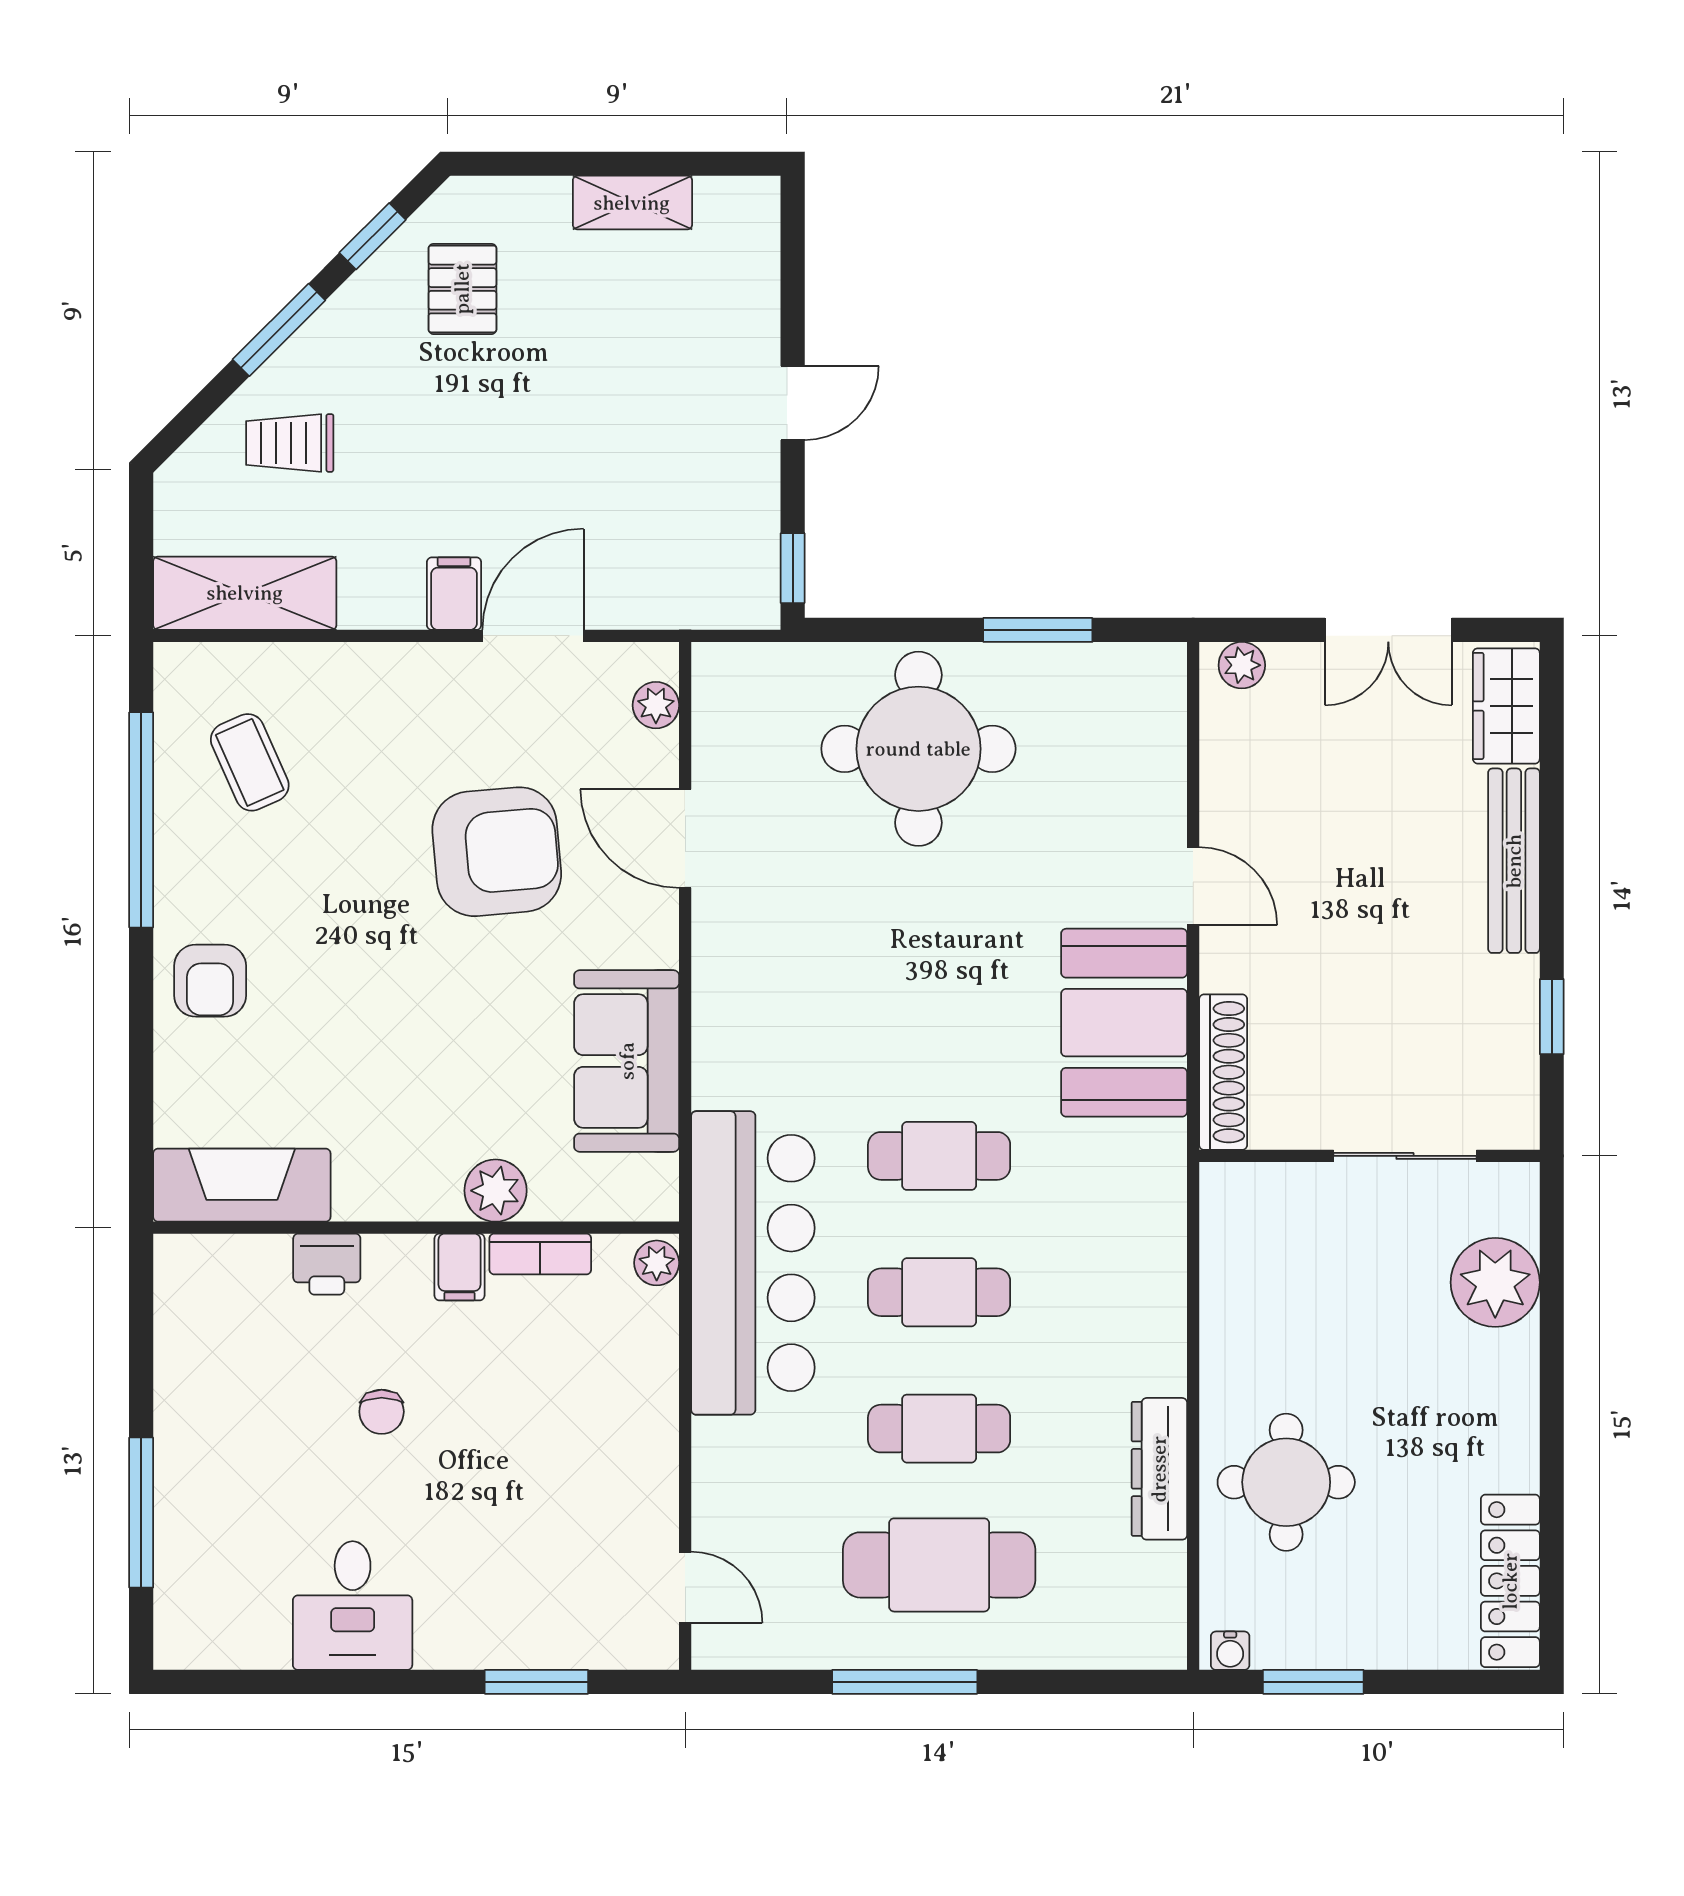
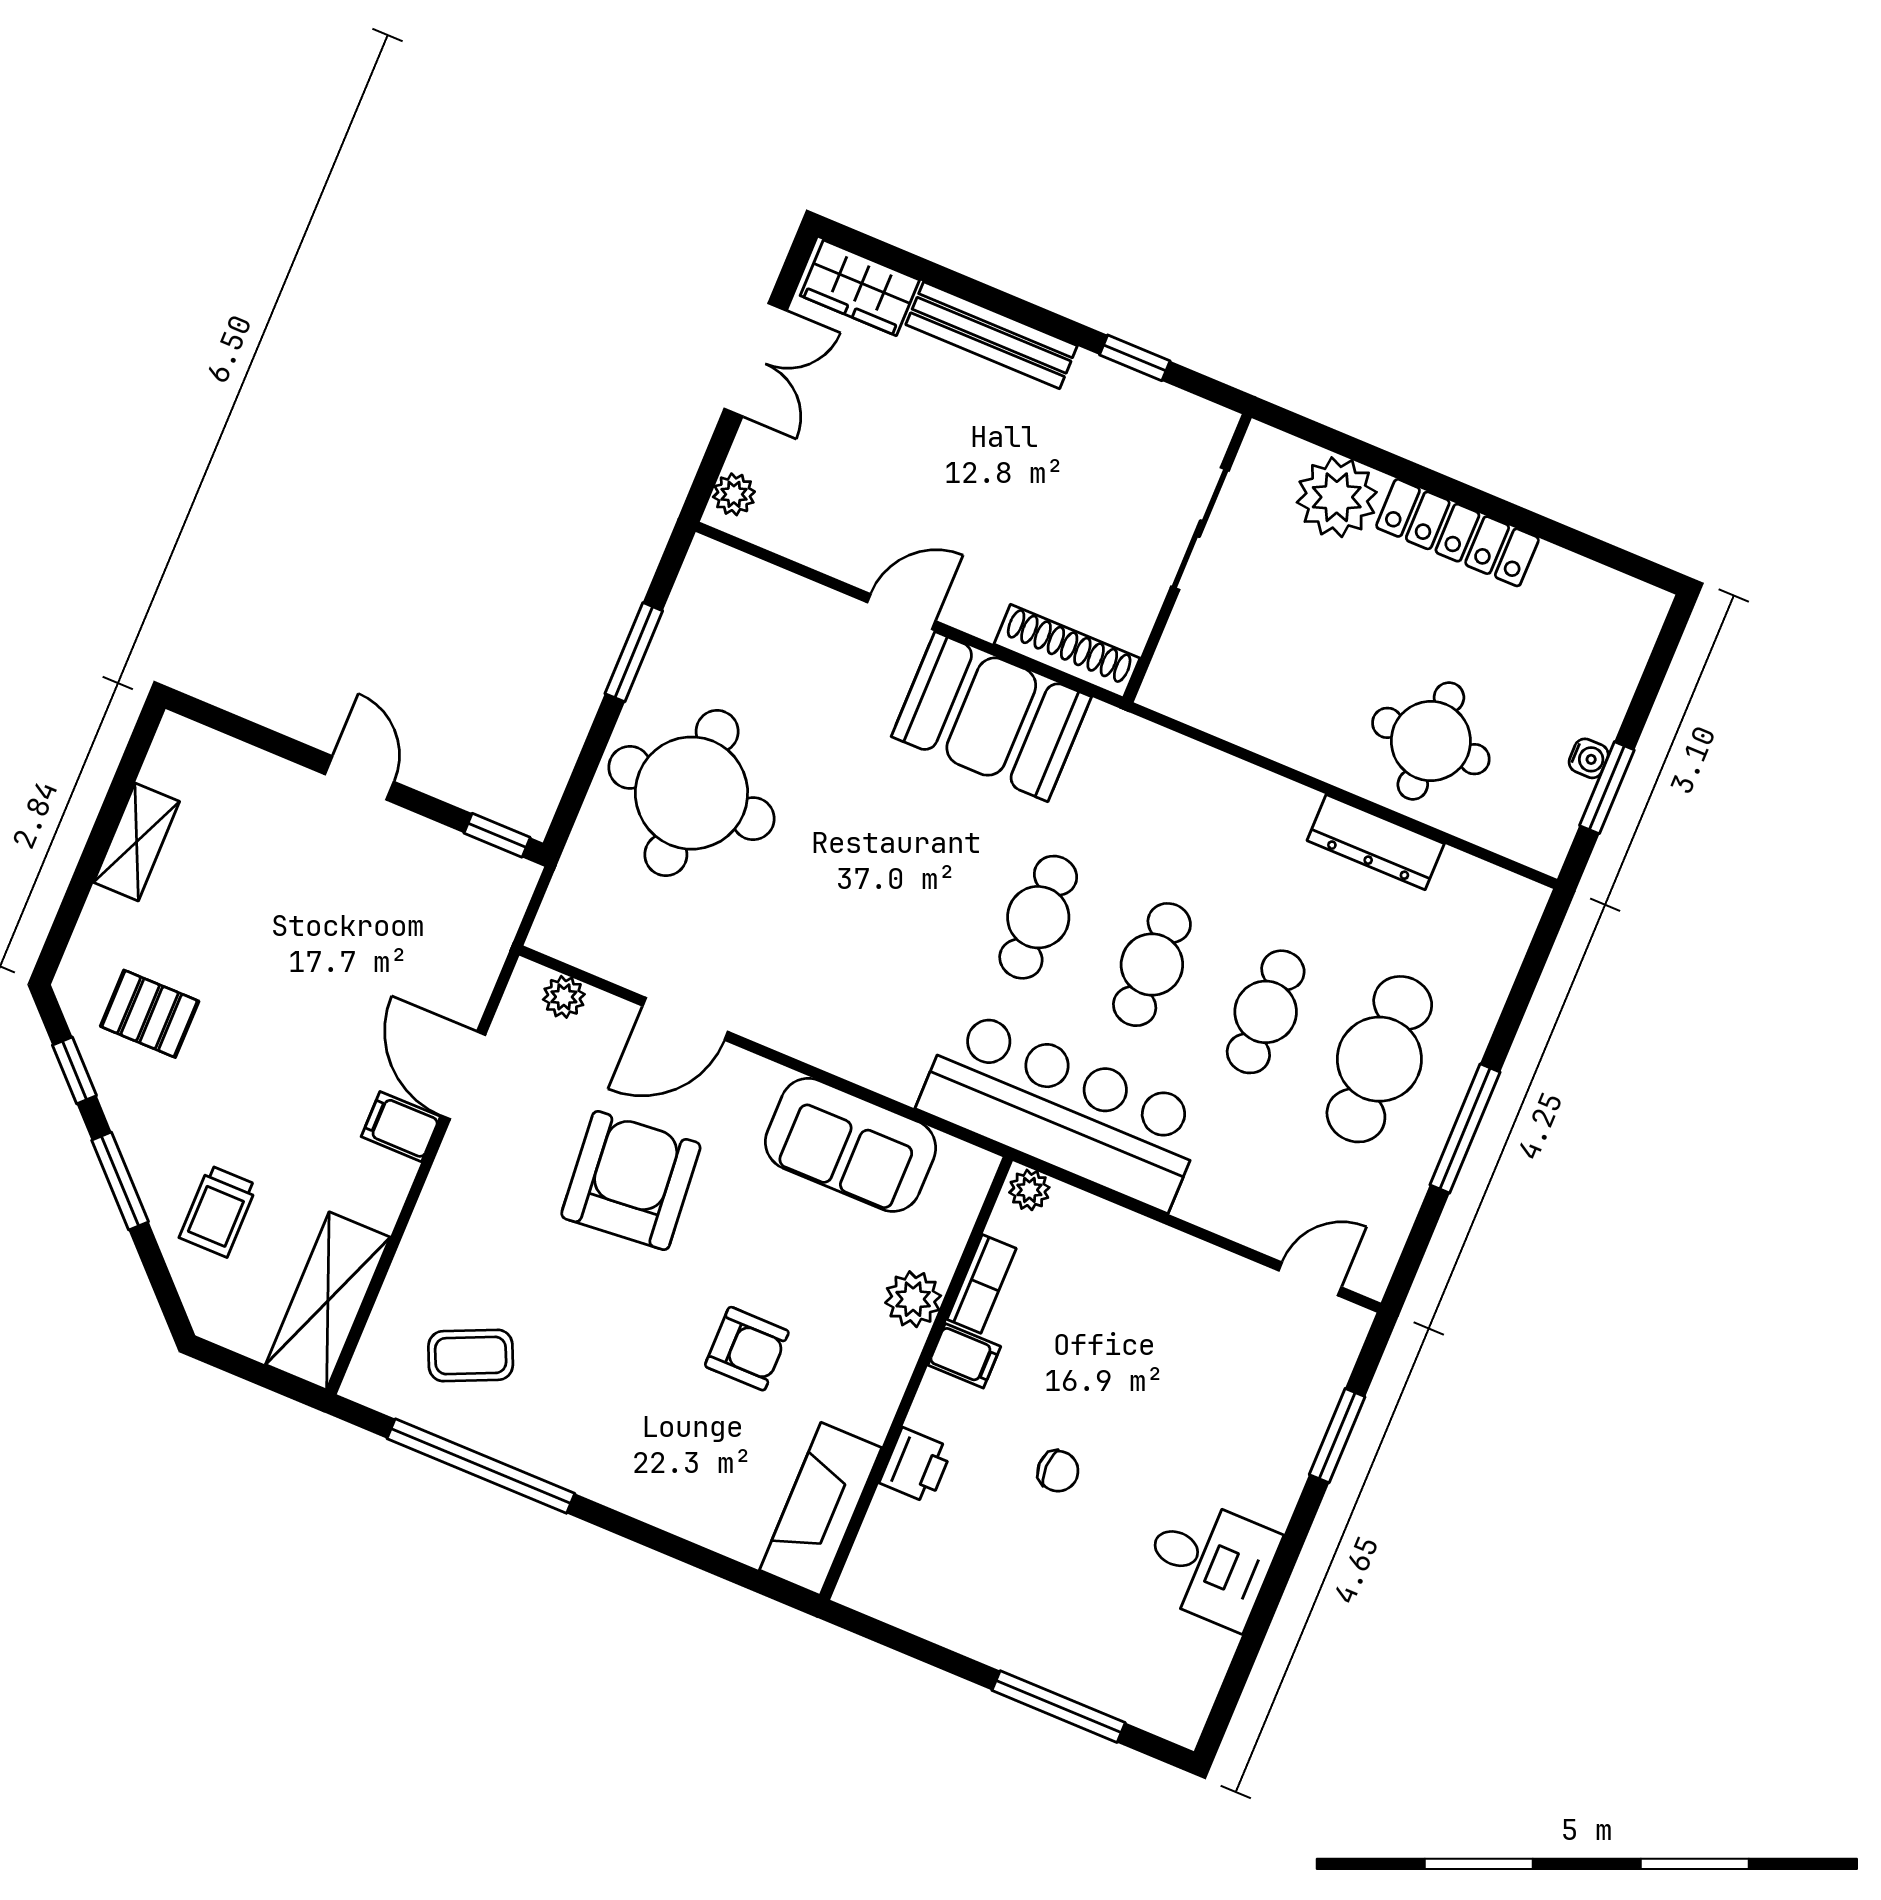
armchair: (210, 981) -> (747, 1349), moved
locker: (1510, 1581) -> (1457, 533), moved
water cooler: (1230, 1651) -> (1589, 758), moved

